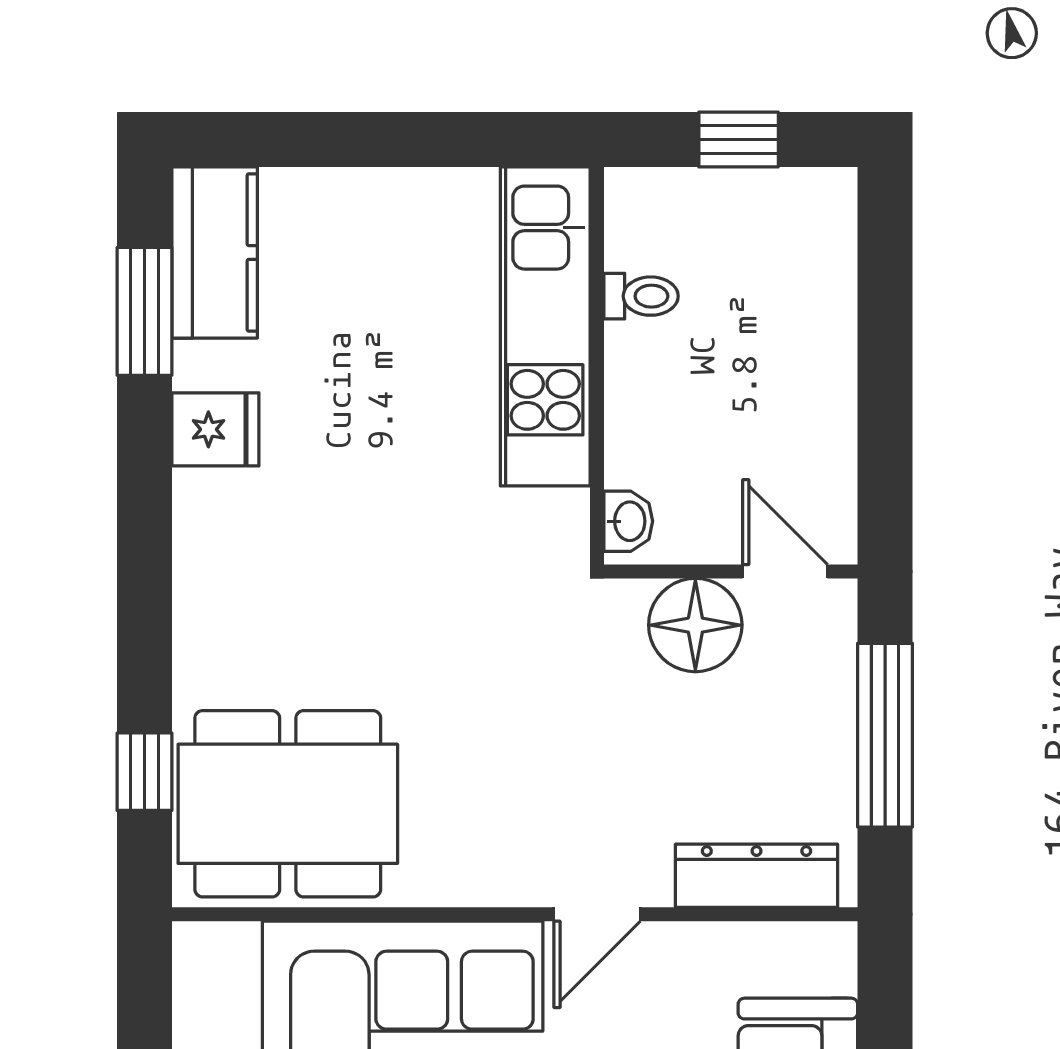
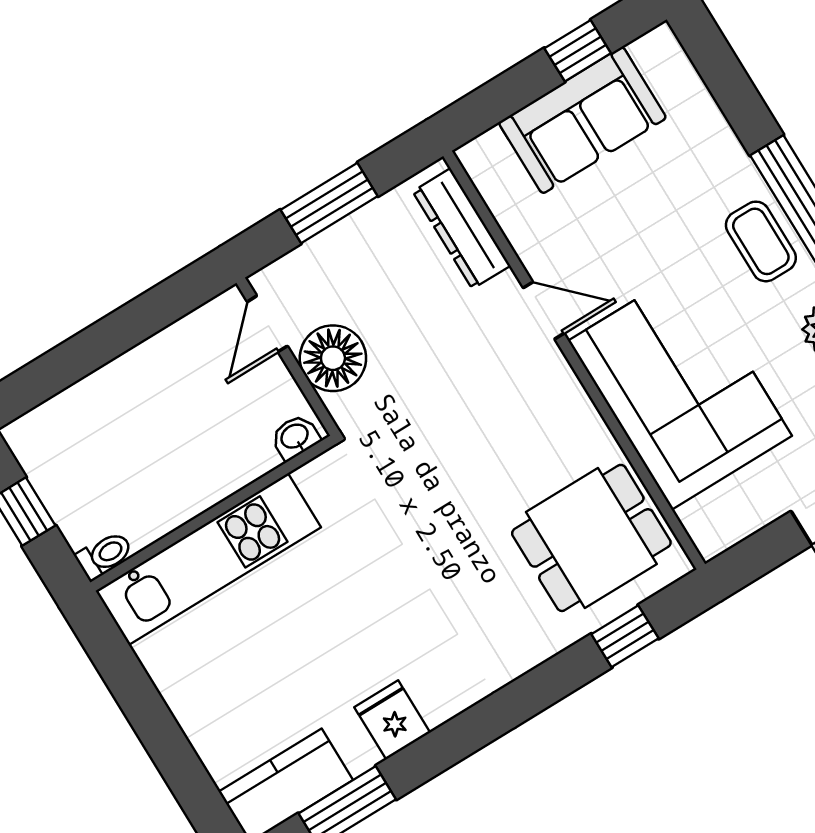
toilet: (641, 296) -> (104, 555), moved, turned 90
window: (885, 735) -> (329, 203), width x0.69
dining table: (288, 804) -> (591, 538), width x0.73

